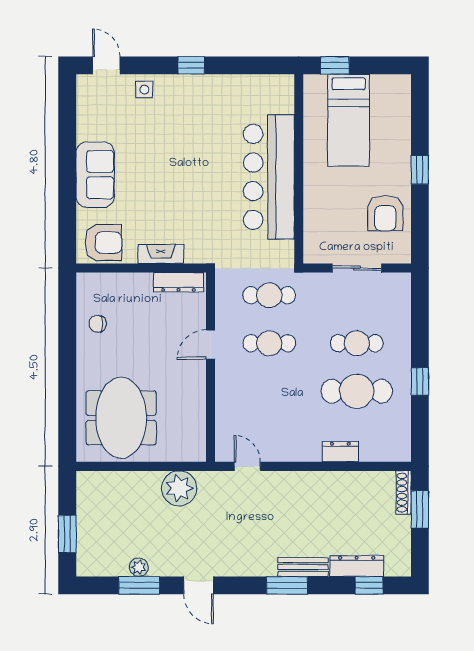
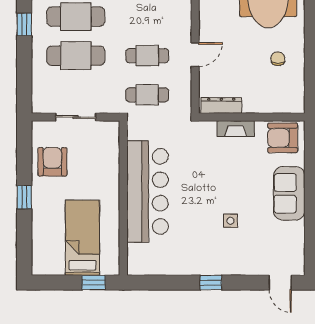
side table: (144, 90) -> (230, 221), moved
chair: (98, 324) -> (278, 59), moved, turned -90
cafe table: (357, 343) -> (76, 56), width x1.37, depth x1.35

